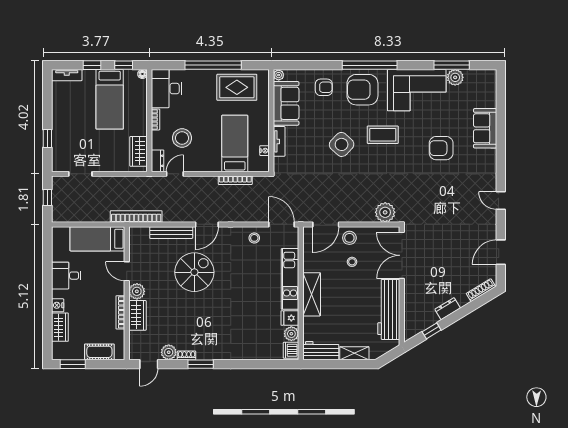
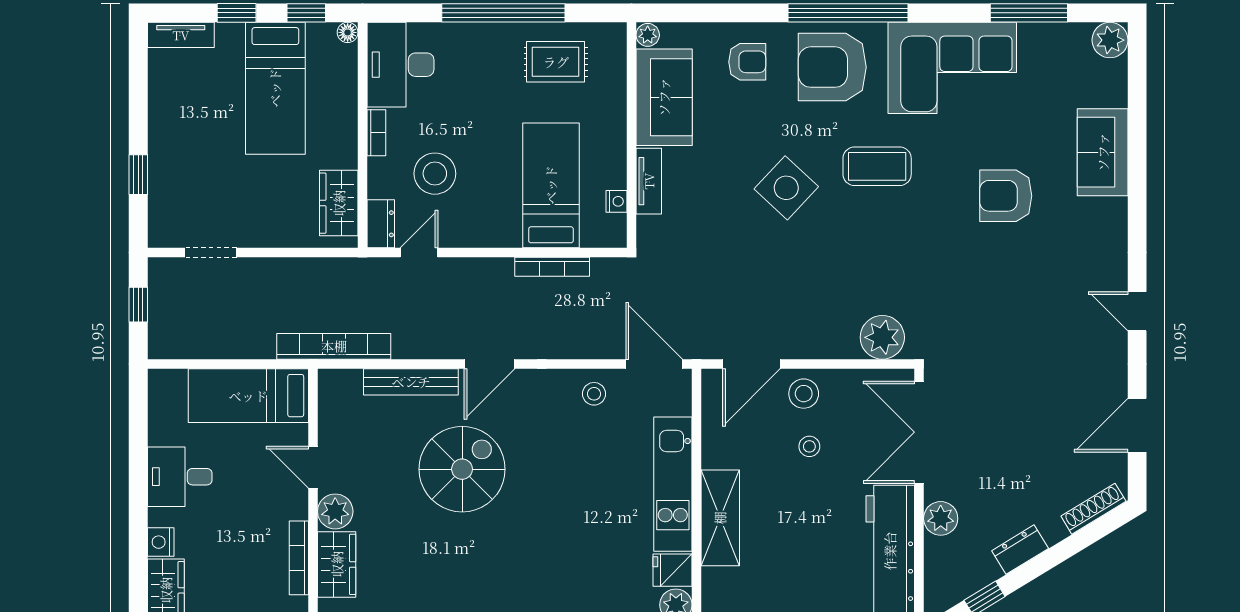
plant: (455, 77) -> (1110, 40), moved
rug: (237, 87) -> (556, 62), width x0.73, depth x0.70
plant: (412, 295) -> (941, 518), added

